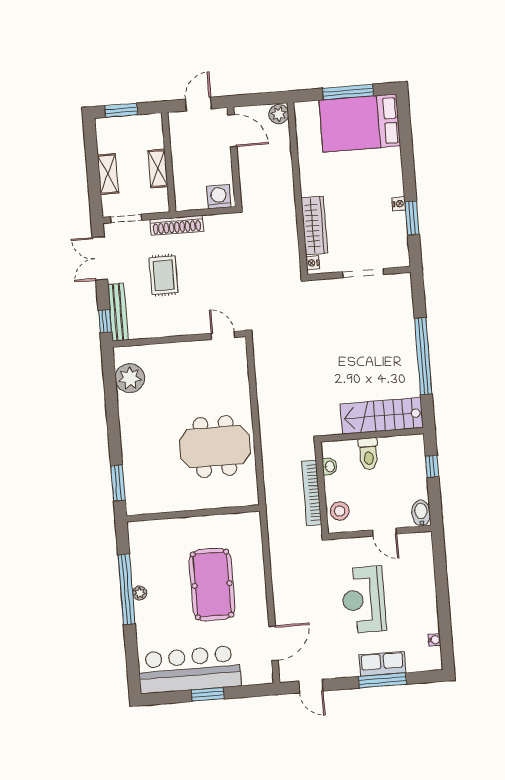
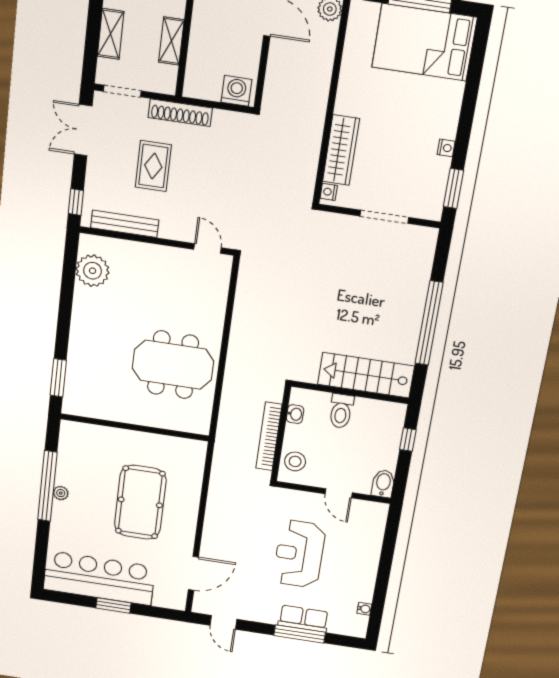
window: (412, 218) -> (453, 188), moved
bench: (118, 312) -> (125, 224), moved, turned 90

